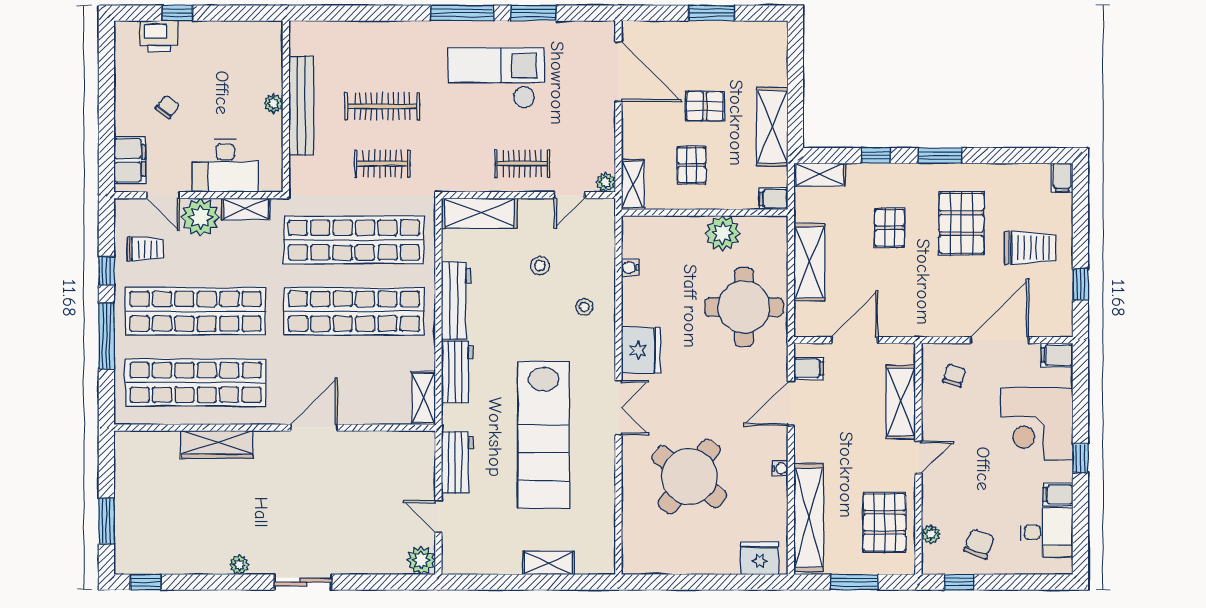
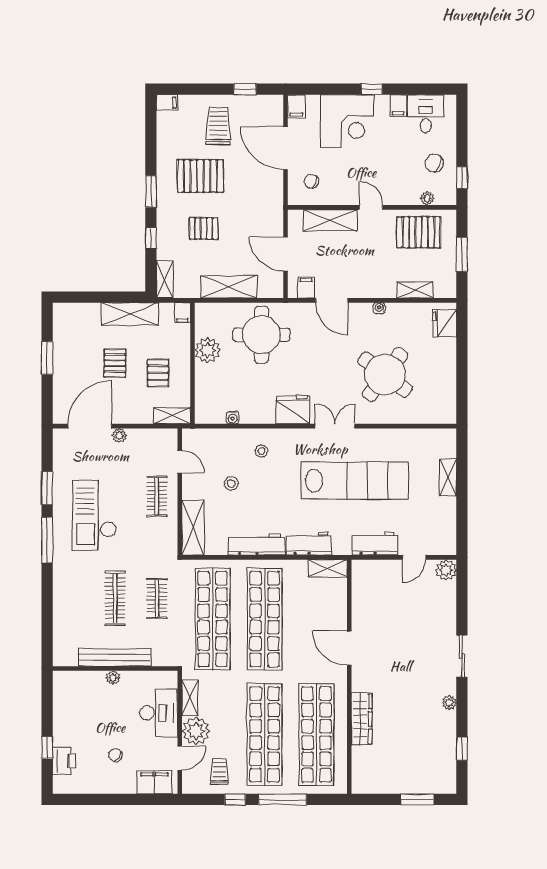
pallet: (692, 165) -> (158, 373), turned 90
plant: (606, 182) -> (119, 435), moved
shelving: (809, 518) -> (415, 290), width x0.45, depth x0.75
window: (145, 582) -> (462, 749), moved

